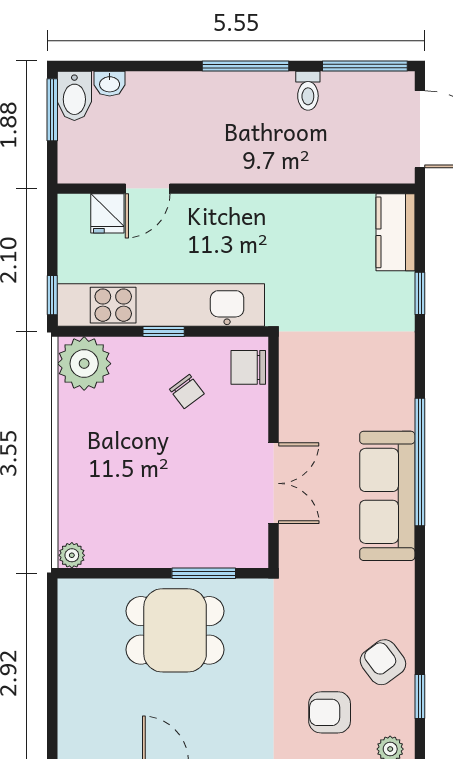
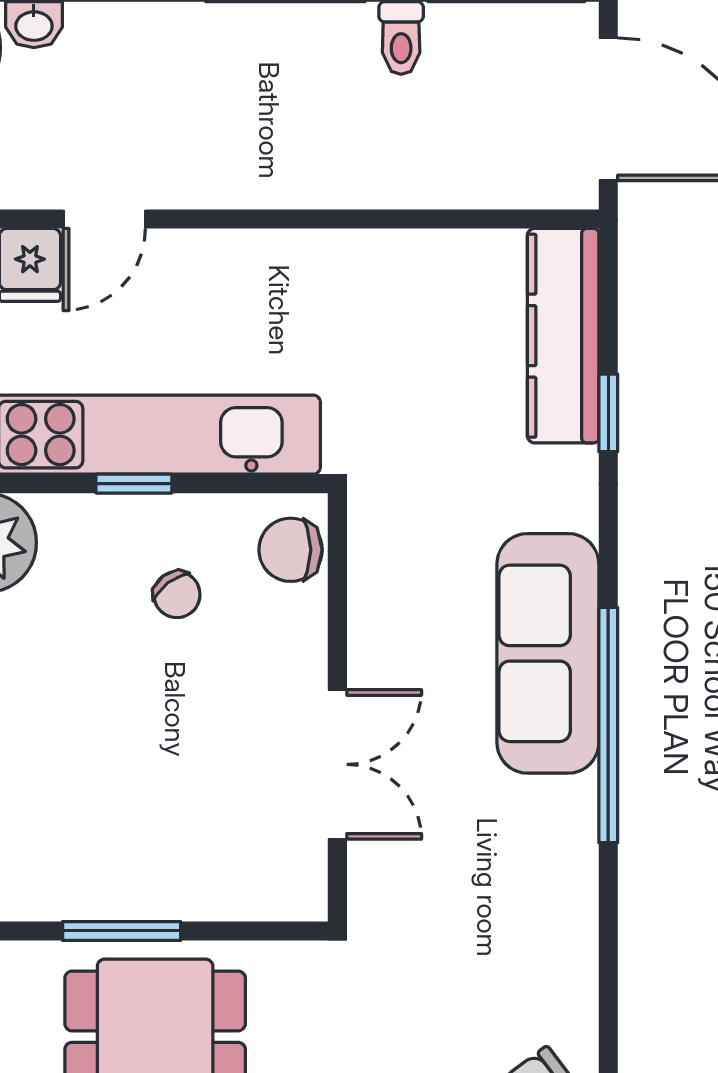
kitchen counter: (395, 232) -> (563, 336), width x1.50
sofa: (387, 496) -> (548, 653), moved
window: (204, 573) -> (122, 931), moved

